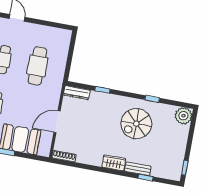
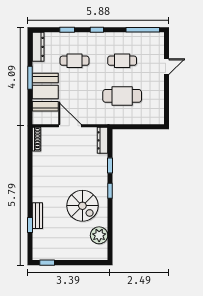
window: (152, 99) -> (110, 191), moved
plant: (183, 116) -> (99, 235), moved
spiral stairs: (136, 124) -> (82, 206), turned 180
wardrobe: (114, 163) -> (39, 190), removed

